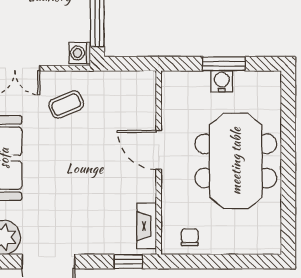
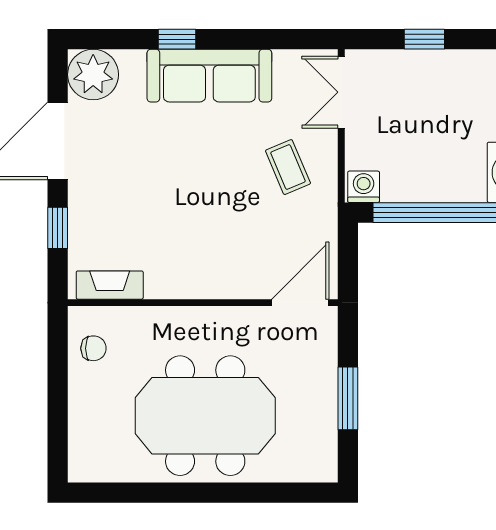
water cooler: (222, 81) -> (322, 395), removed
door: (159, 150) -> (300, 303), moved
window: (128, 261) -> (58, 228), moved

